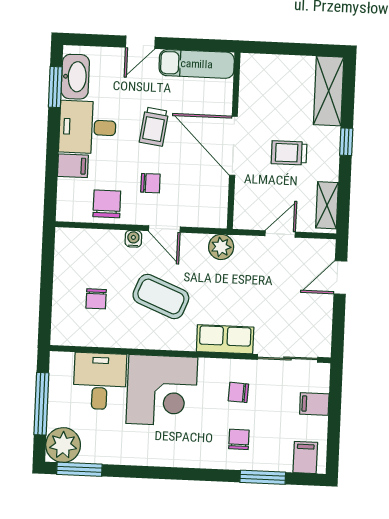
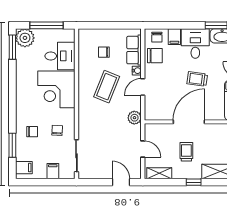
chair: (150, 183) -> (157, 37), moved
row of seats: (225, 339) -> (134, 50), moved, turned 180

